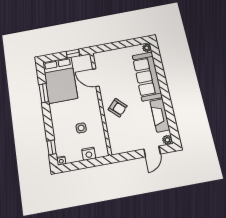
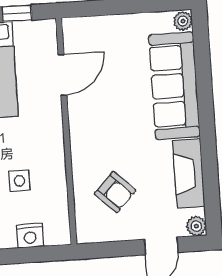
door: (96, 78) -> (62, 75), swing flipped
armchair: (118, 108) -> (115, 192), moved

